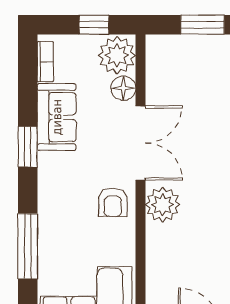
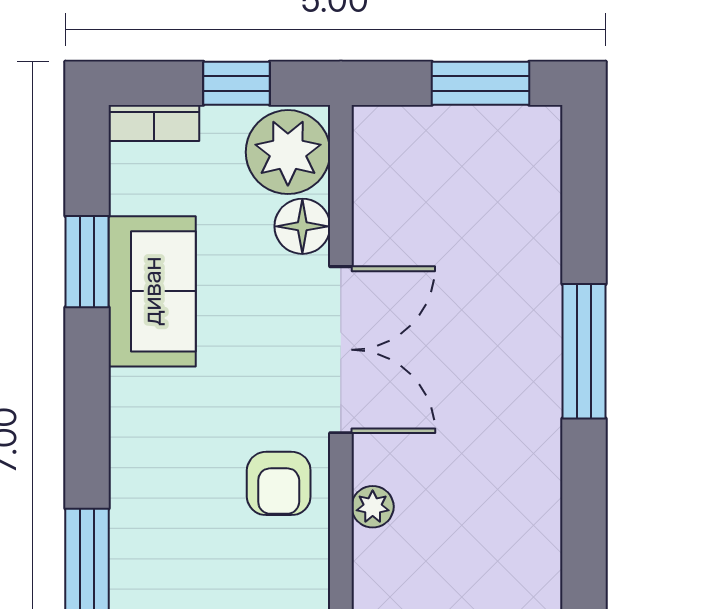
bookcase: (45, 62) -> (154, 123), moved, turned 90
window: (28, 147) -> (87, 262), moved
plant: (163, 205) -> (373, 507), width x0.53, depth x0.53

